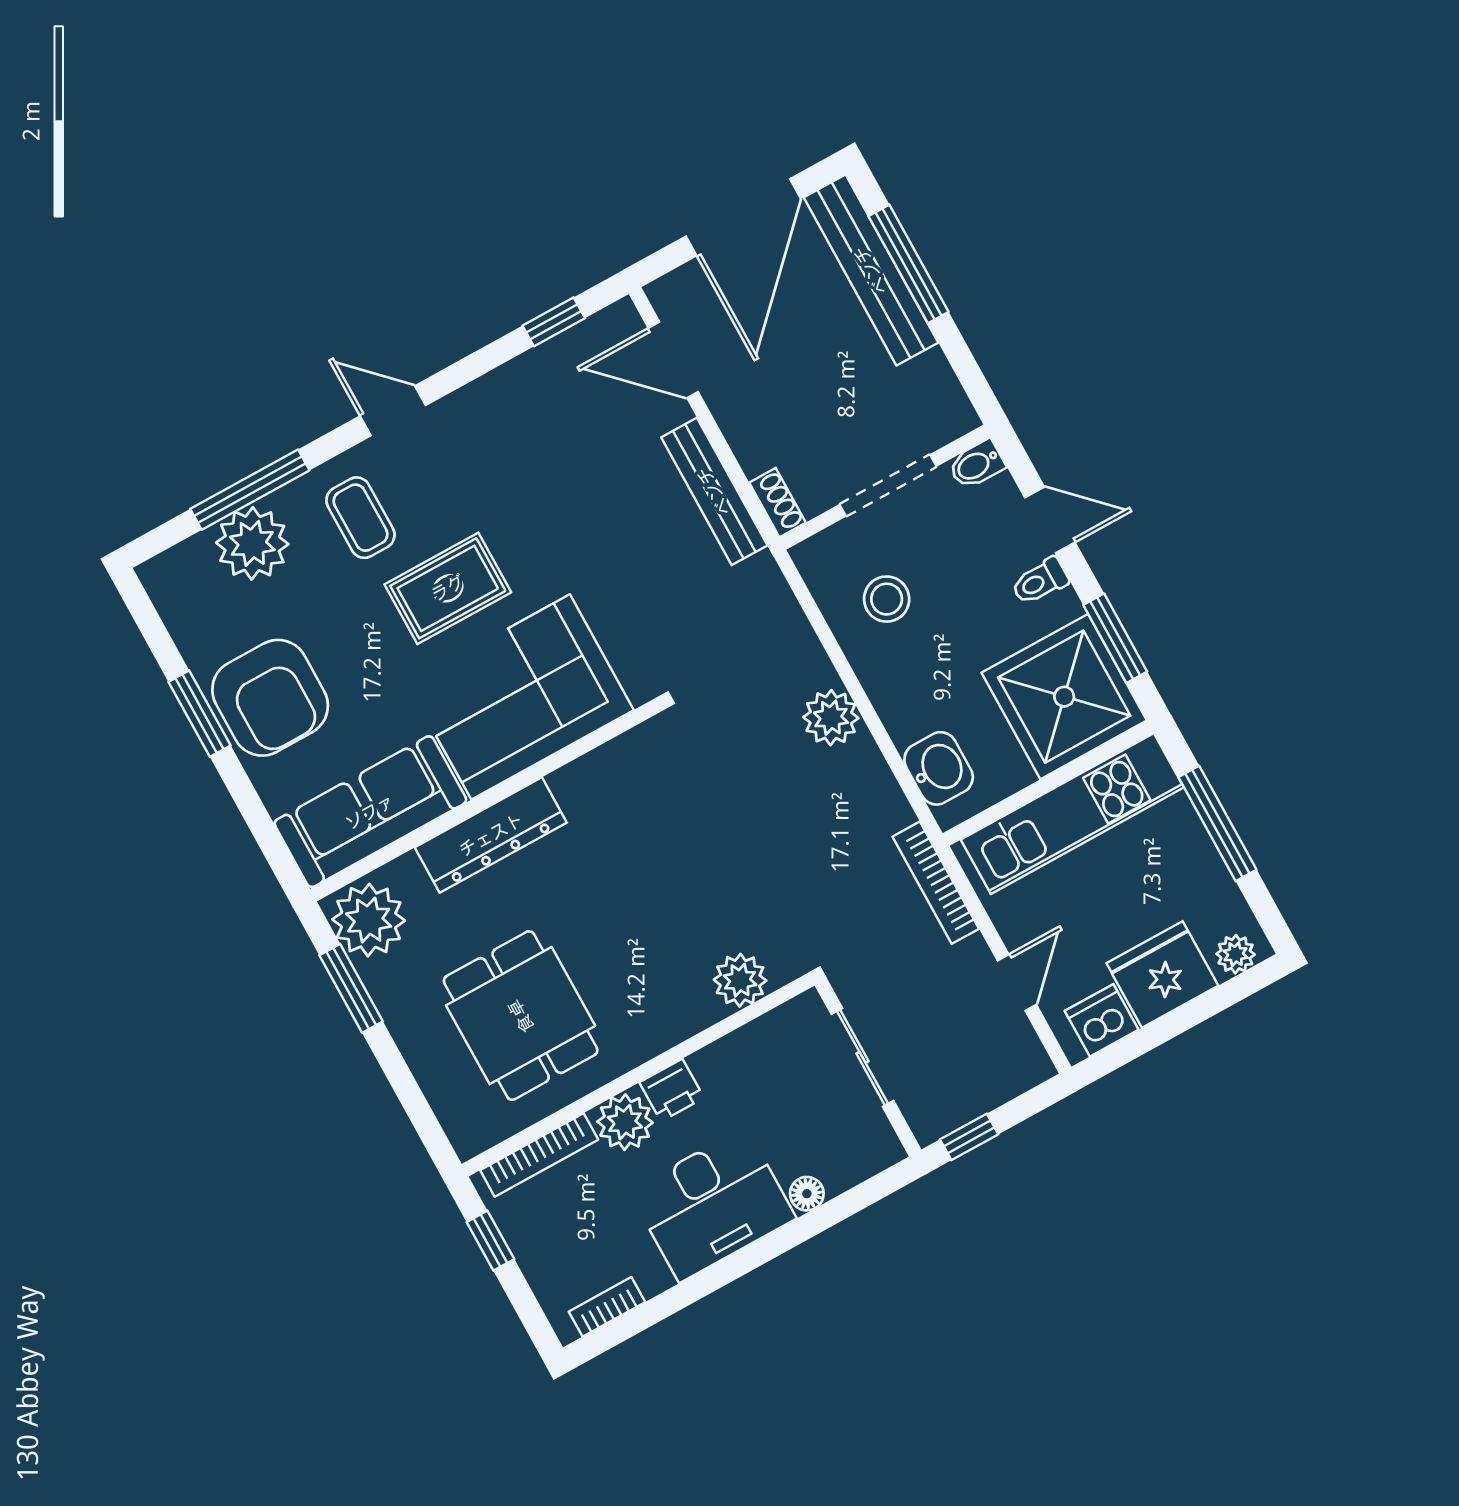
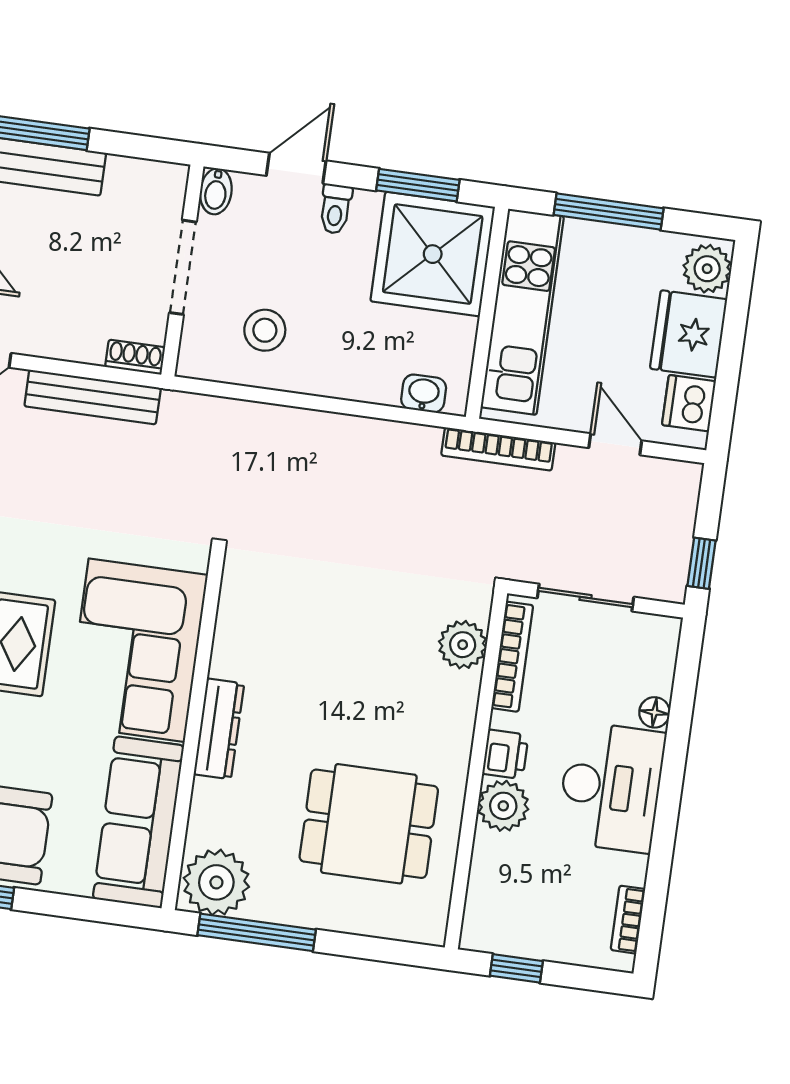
plant: (831, 718) -> (321, 435), removed
washbasin: (939, 768) -> (424, 393), width x0.72, depth x0.69
dresser: (491, 835) -> (219, 729), width x0.73, depth x0.80
plant: (1236, 954) -> (707, 269), width x1.38, depth x1.38
window: (351, 988) -> (257, 932), width x1.44
bookcase: (539, 1155) -> (512, 657), moved

